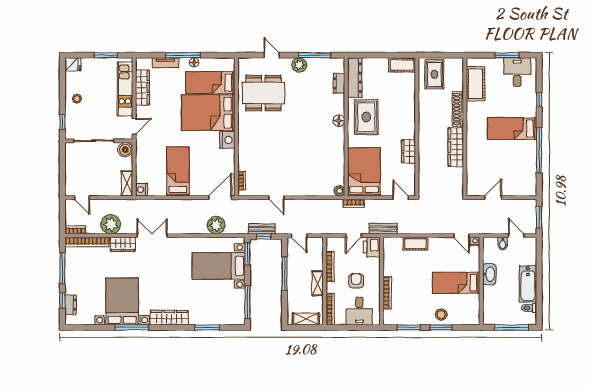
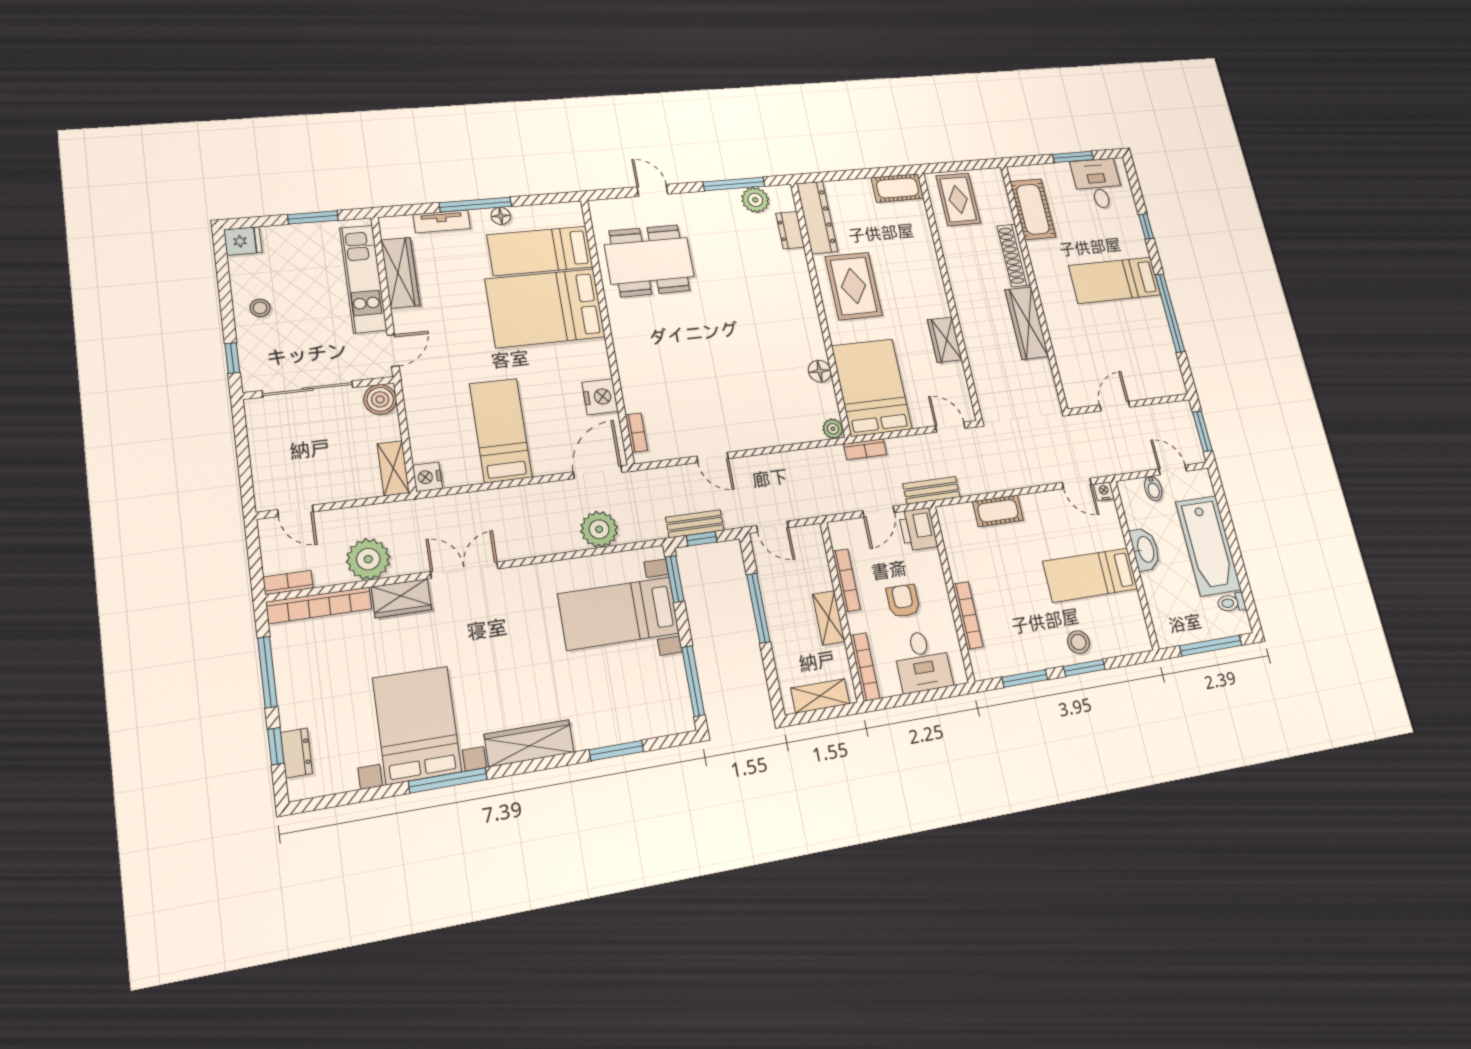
plant: (299, 65) -> (755, 200), moved
floor lamp: (339, 121) -> (820, 371), moved
nightstand: (227, 140) -> (600, 397), moved
bathtub: (528, 284) -> (1208, 546), width x1.36, depth x1.36

